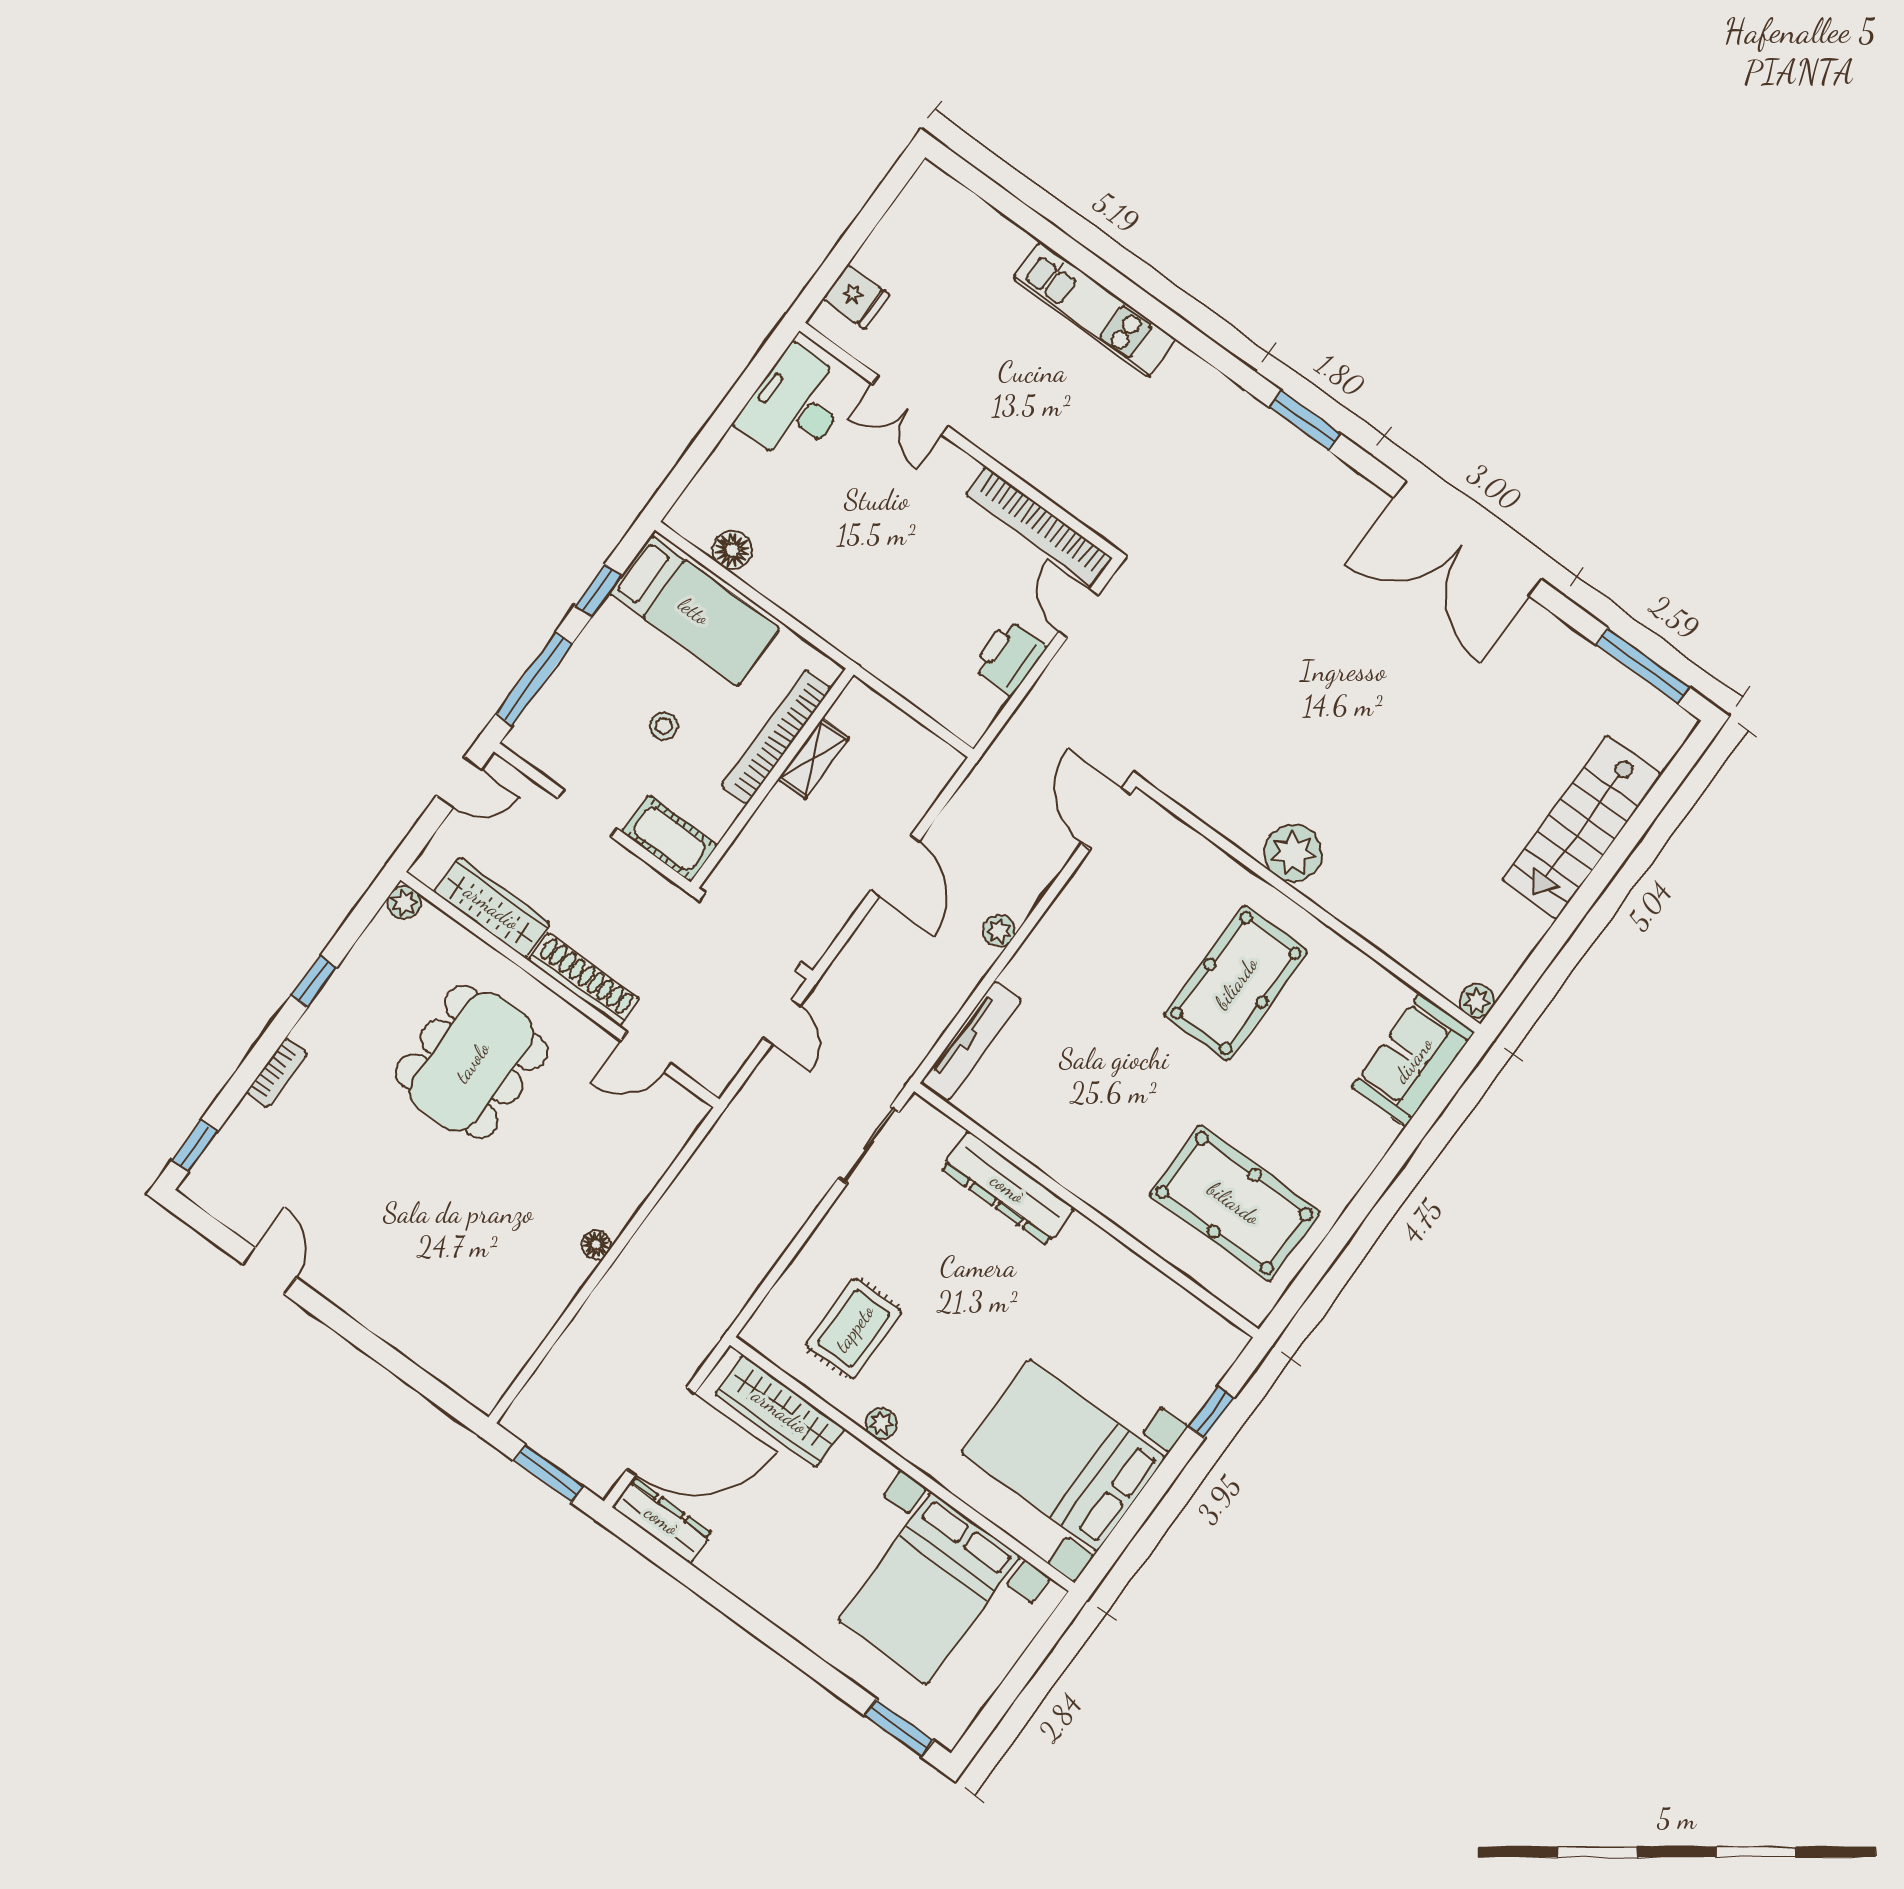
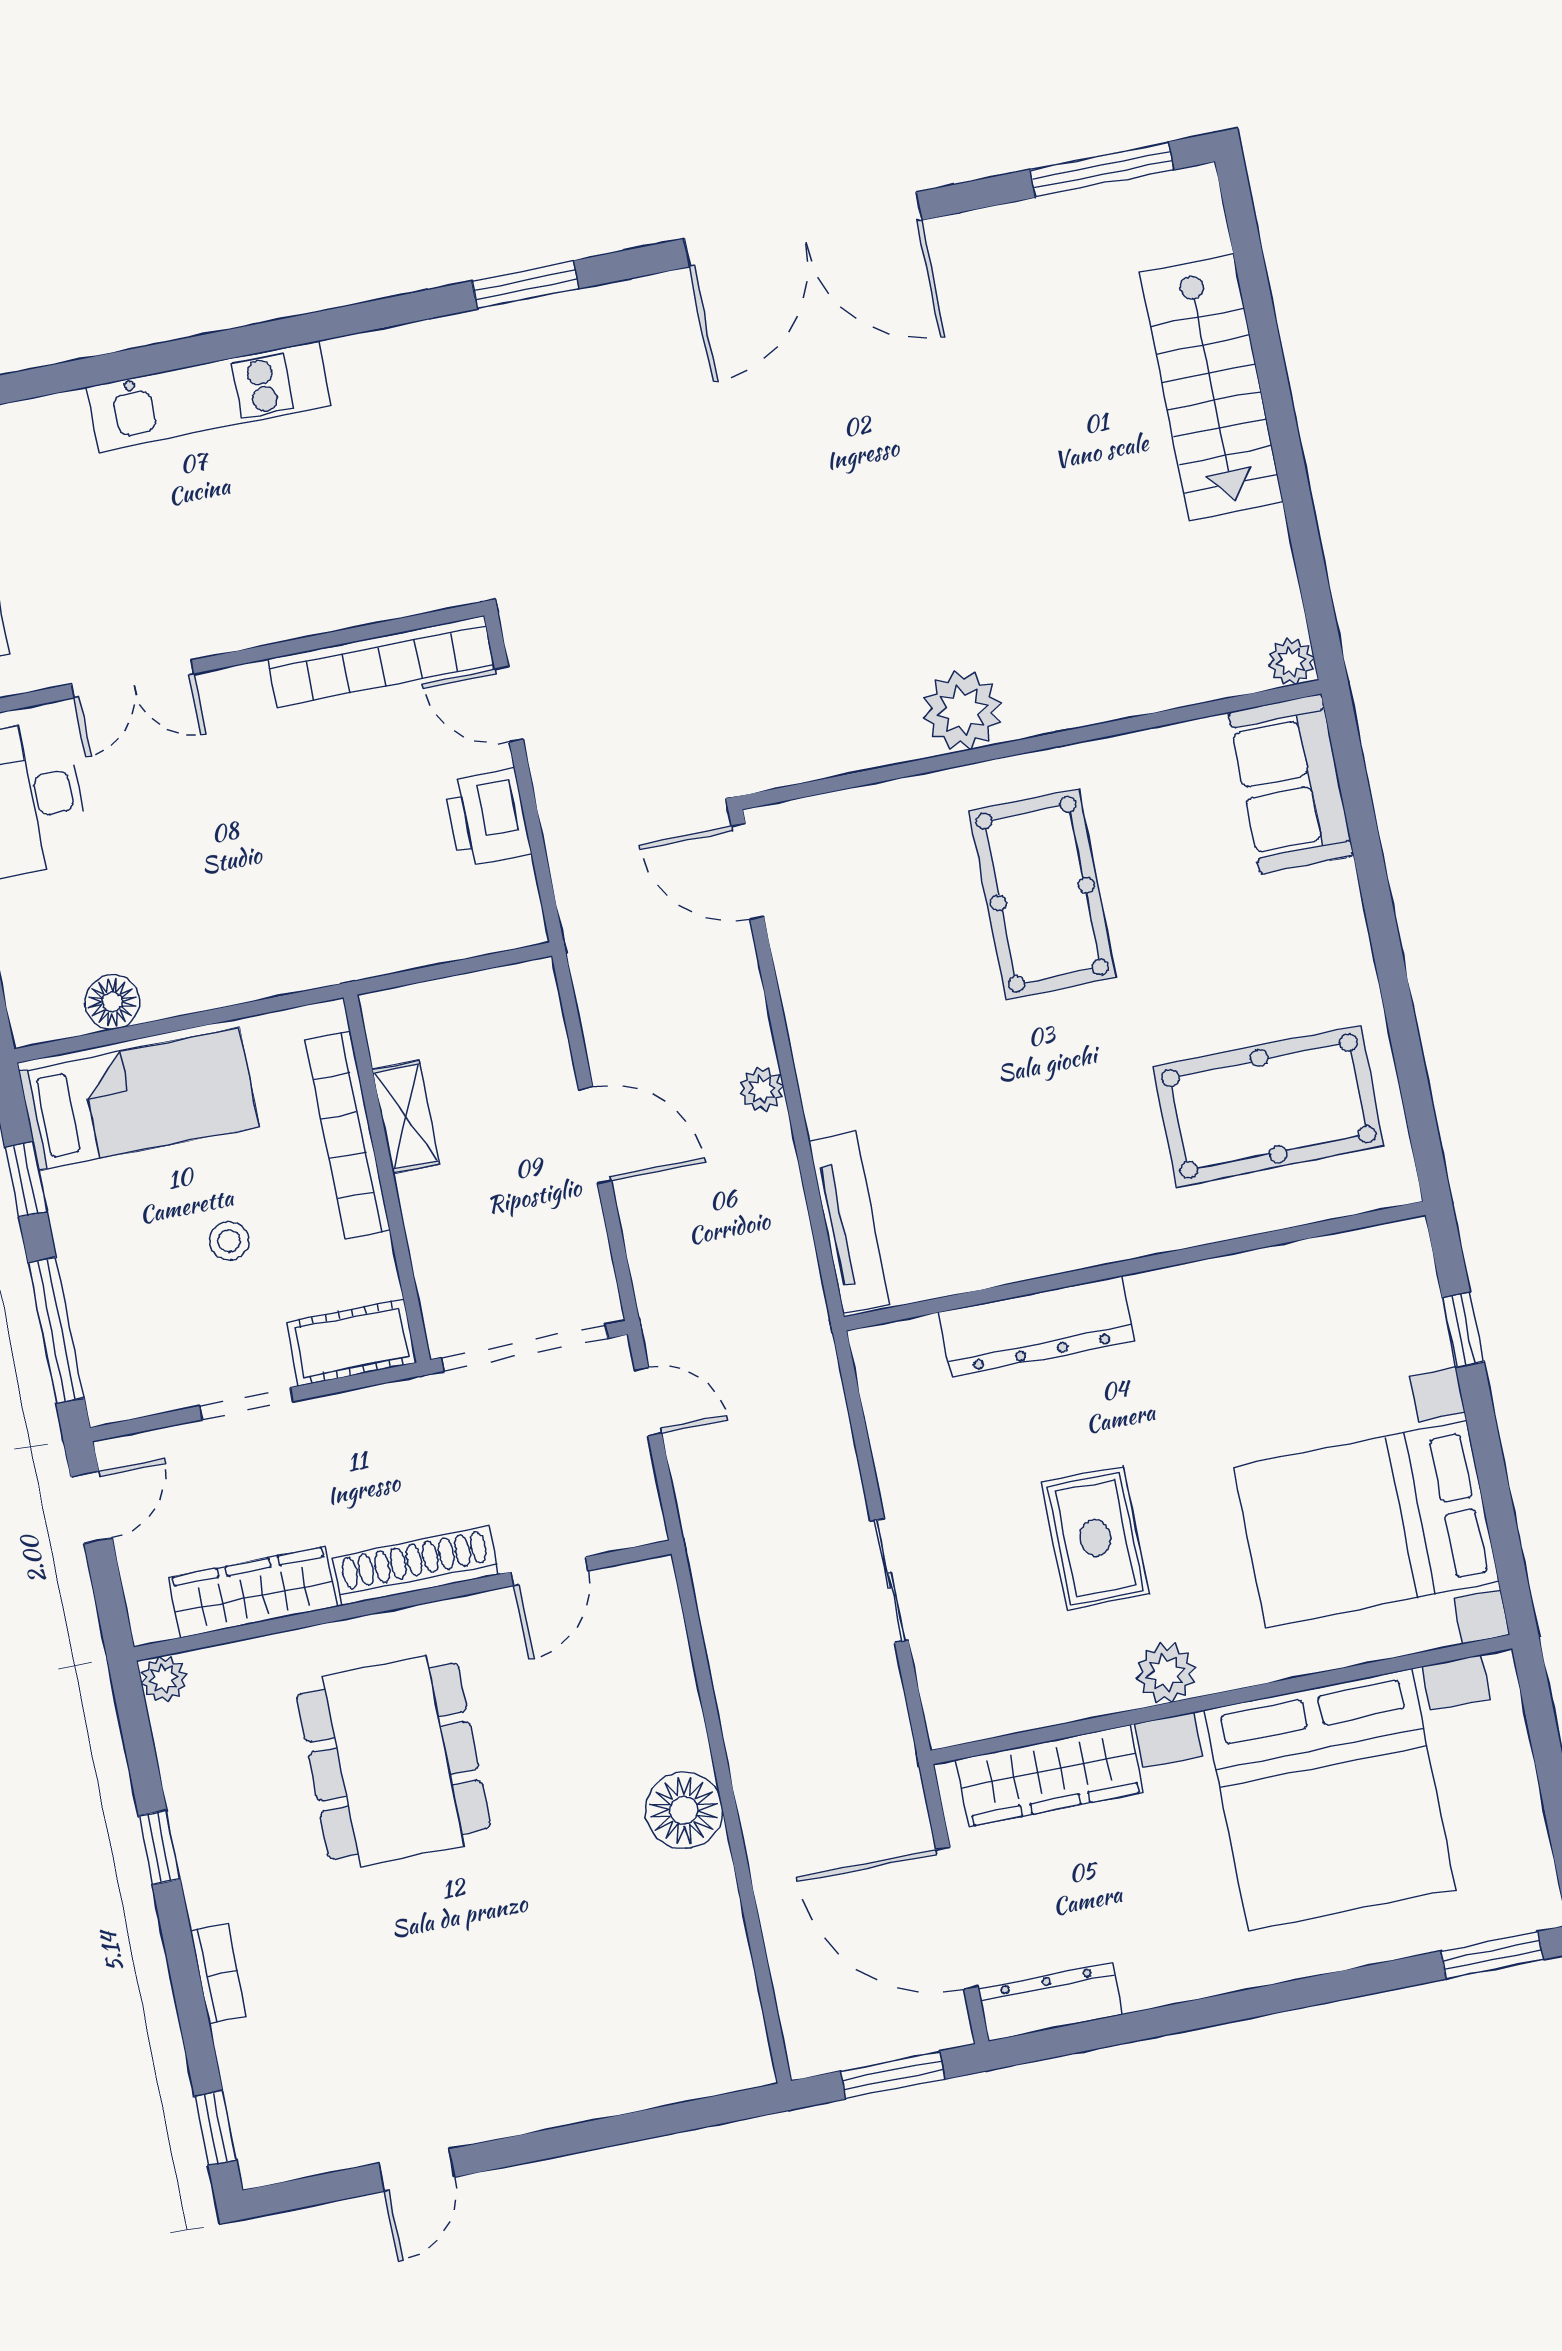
sliding door: (869, 1145) -> (889, 1580), moved
floor lamp: (596, 1245) -> (684, 1810), width x1.89, depth x1.89
door: (270, 1271) -> (417, 2170), swing flipped
rug: (854, 1328) -> (1095, 1538), moved
plant: (881, 1424) -> (1166, 1673), width x1.38, depth x1.38
door: (661, 1431) -> (957, 1918), swing flipped
bed with nightstands: (929, 1588) -> (1330, 1800), width x1.36

